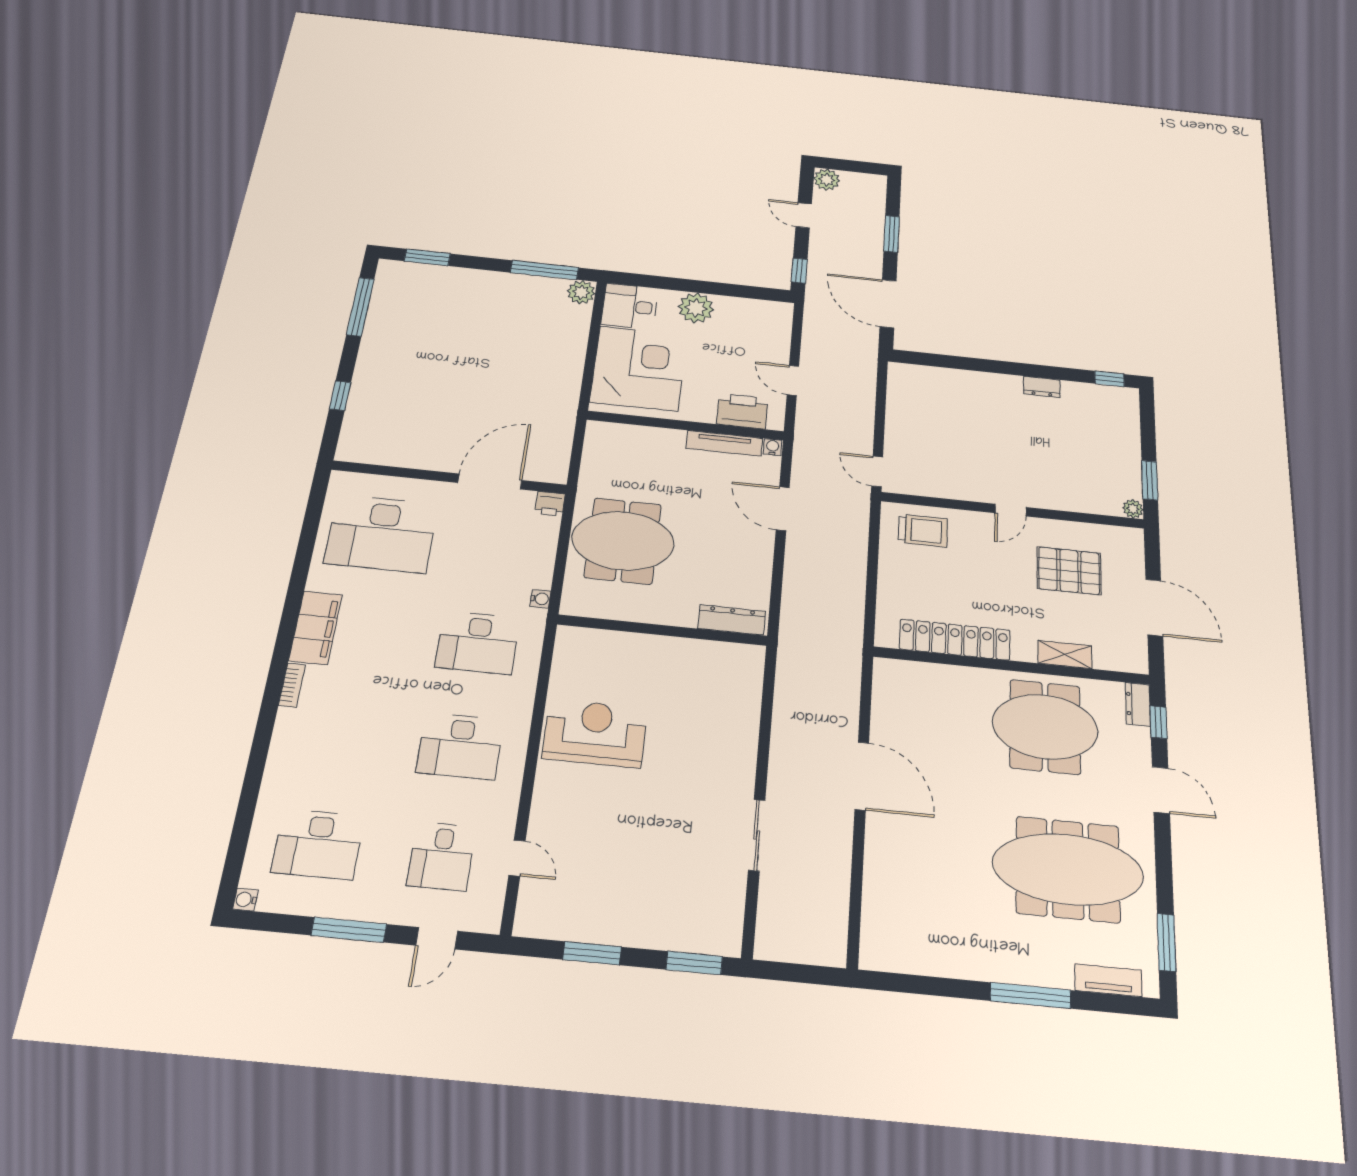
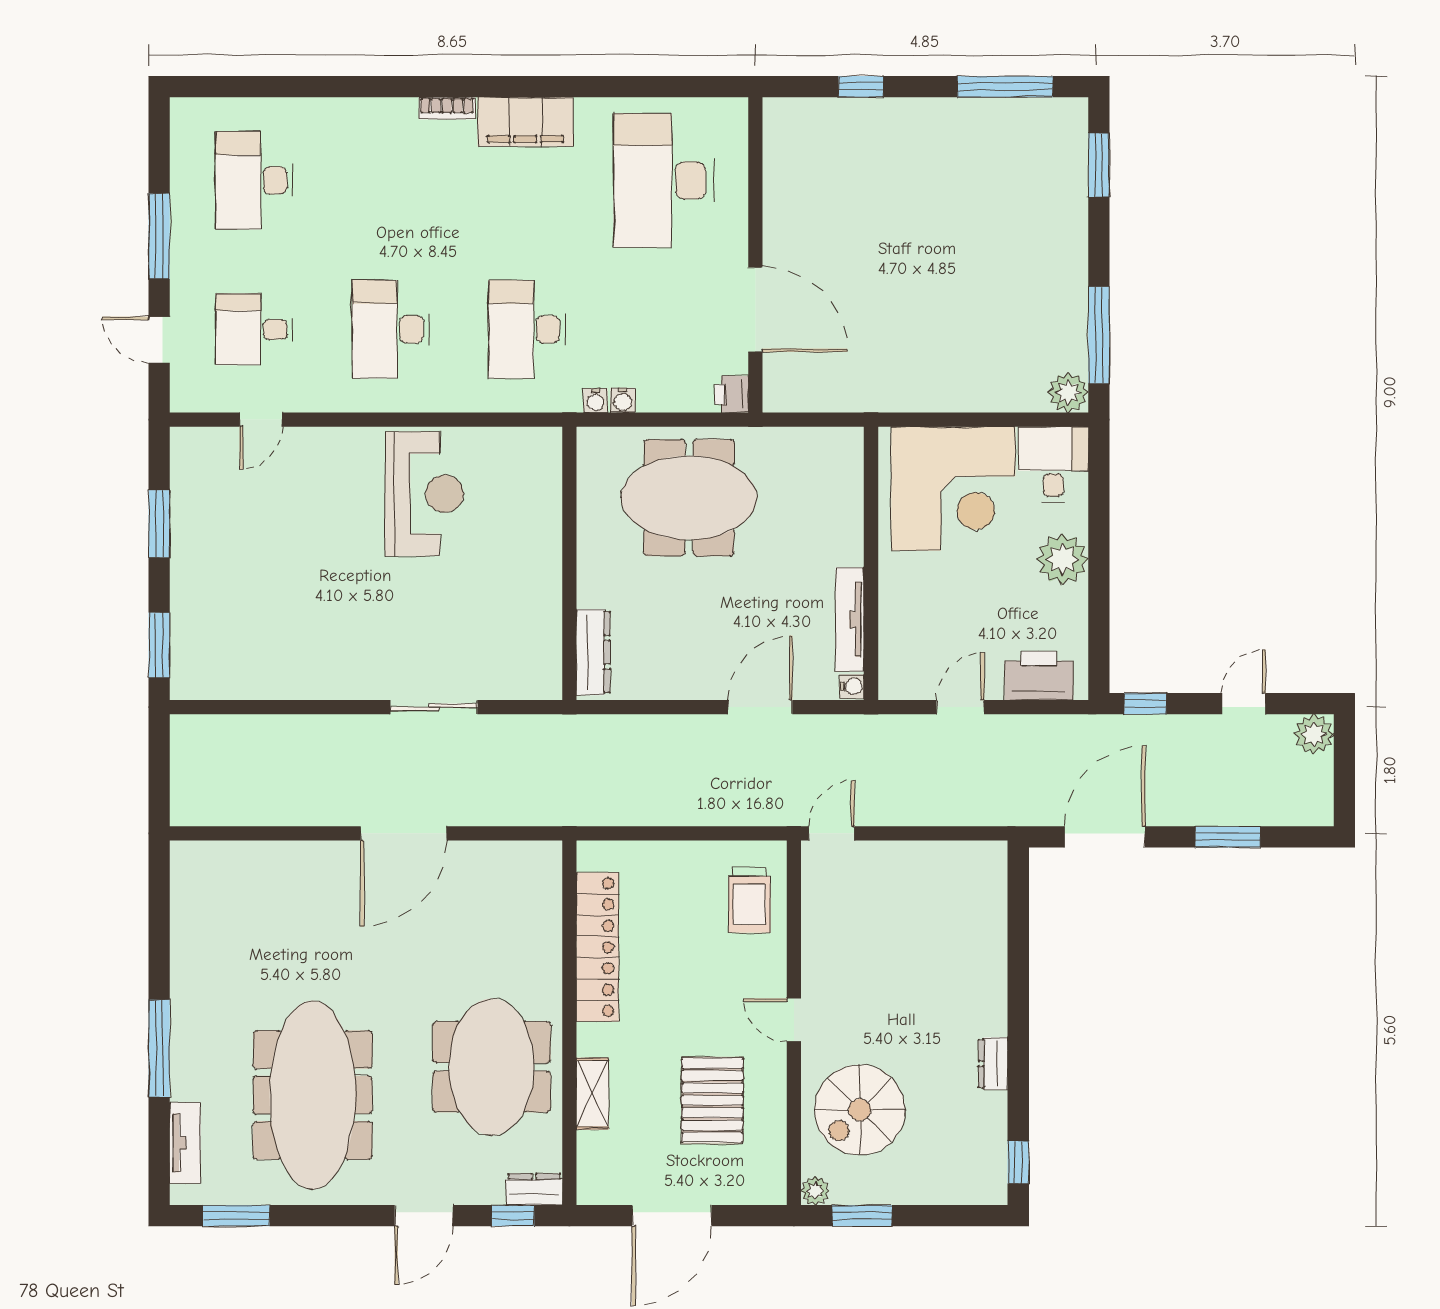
printer: (742, 411) -> (1039, 676), moved, turned -90
spiral stairs: (1075, 474) -> (860, 1110), added
meeting table: (623, 541) -> (689, 498), turned 90
sliding door: (757, 835) -> (434, 707), moved
water cooler: (245, 900) -> (623, 400), moved, turned 180

